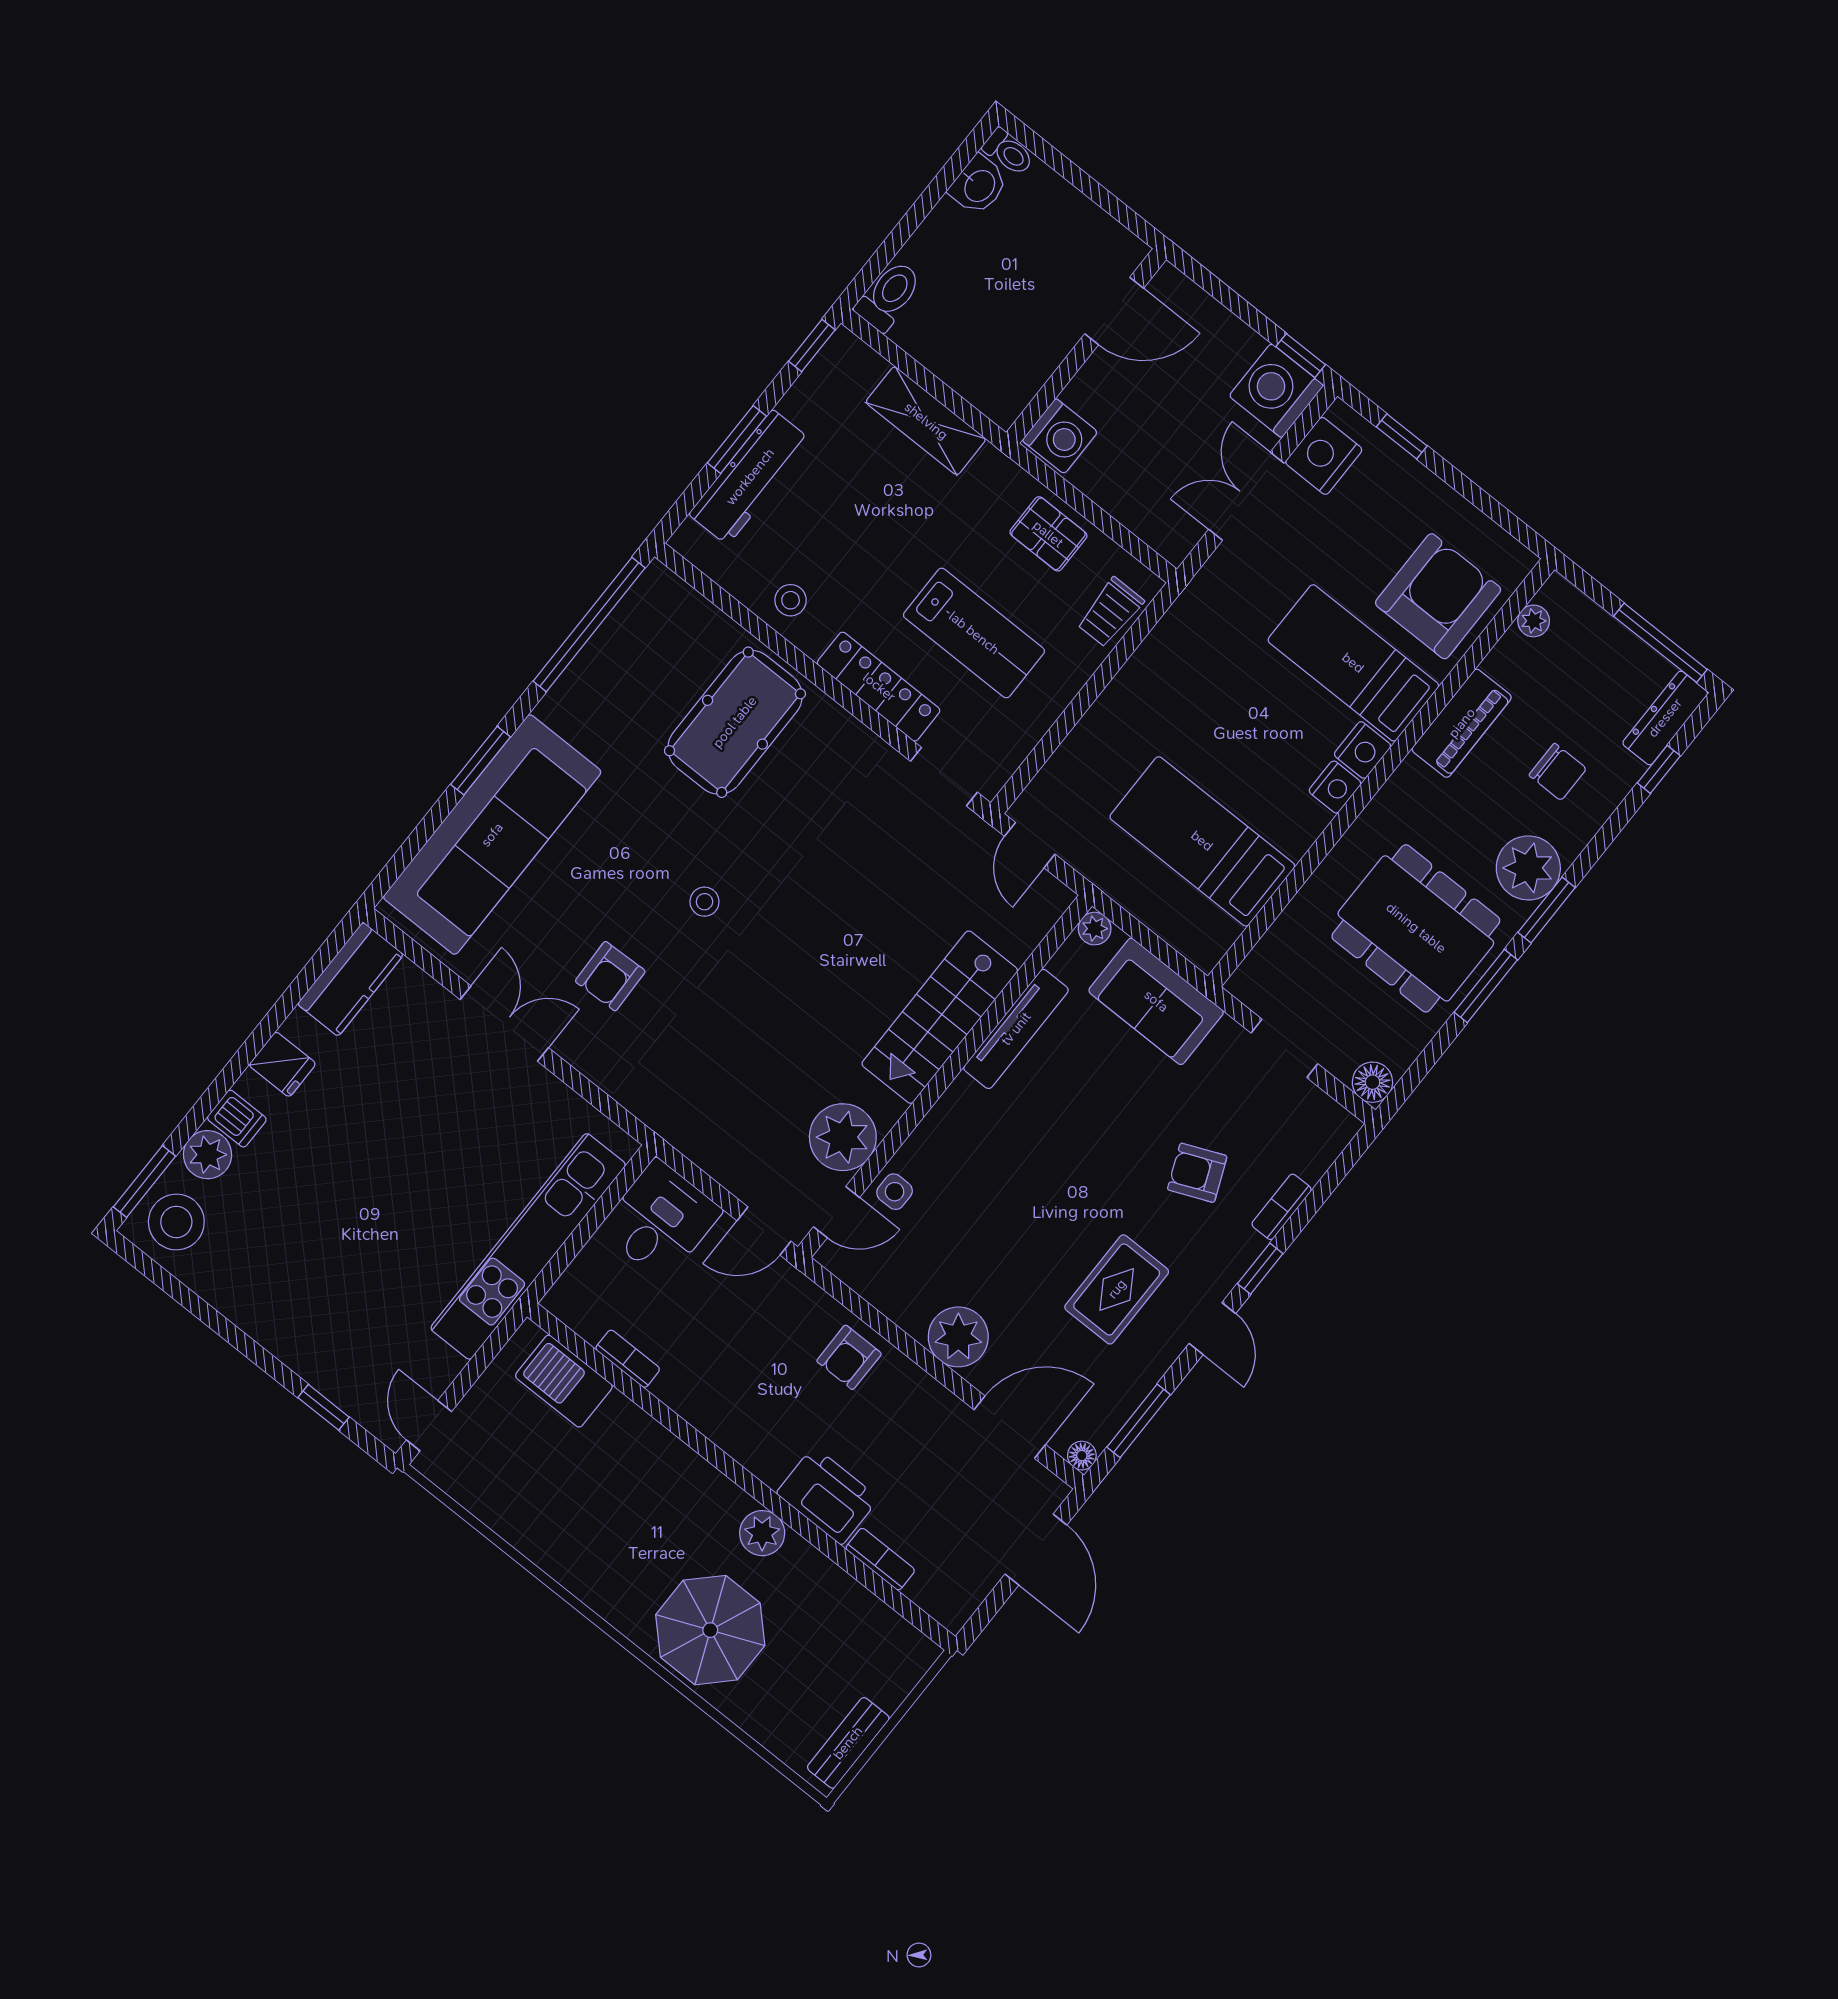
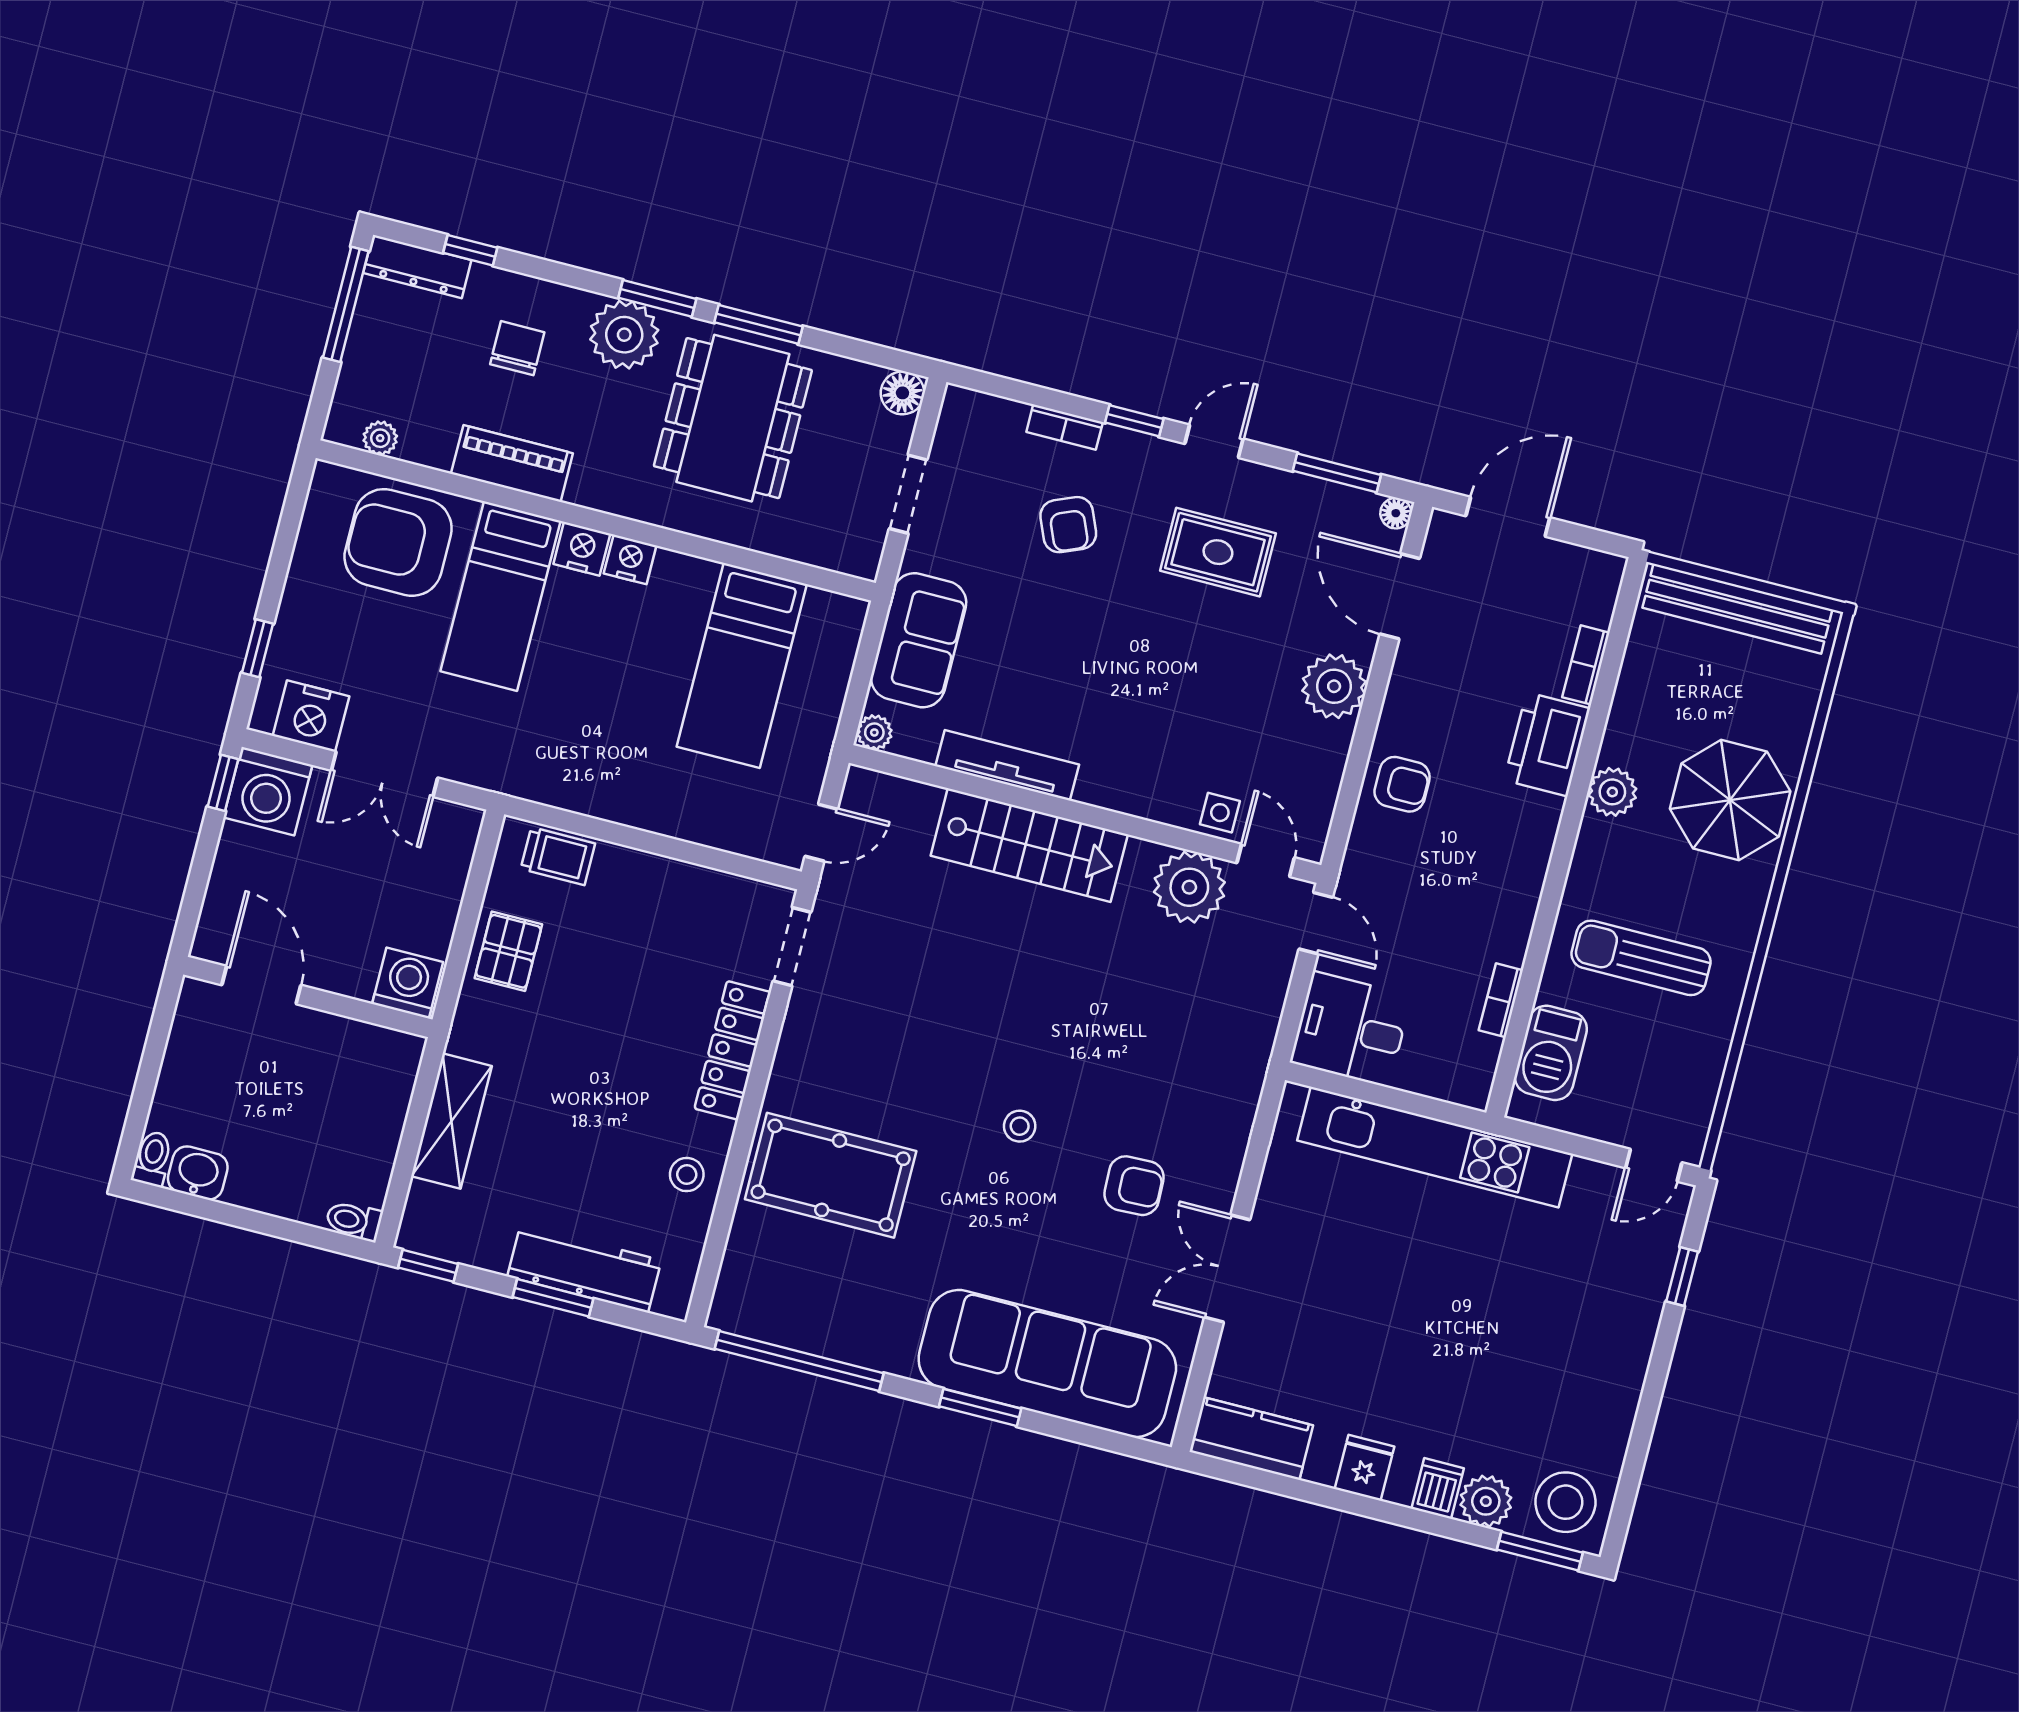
toilet: (889, 296) -> (354, 1221), width x0.73, depth x0.72
lab bench: (974, 633) -> (638, 981), removed
sun lounger: (610, 1494) -> (1641, 958), added
bench: (848, 1743) -> (1737, 609), width x1.86, depth x1.21

